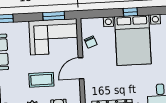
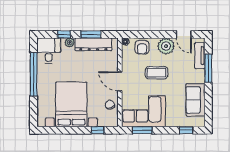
window: (130, 12) -> (98, 130), moved
door: (81, 68) -> (120, 81), swing flipped

